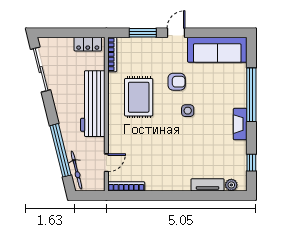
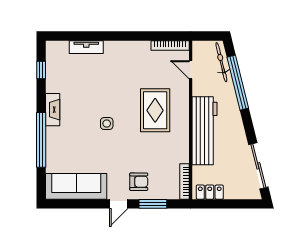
armchair: (177, 82) -> (139, 182), moved, turned 180
rug: (139, 97) -> (155, 110), moved
door: (106, 163) -> (191, 70), hinge flipped
plant: (231, 185) -> (62, 47), removed

